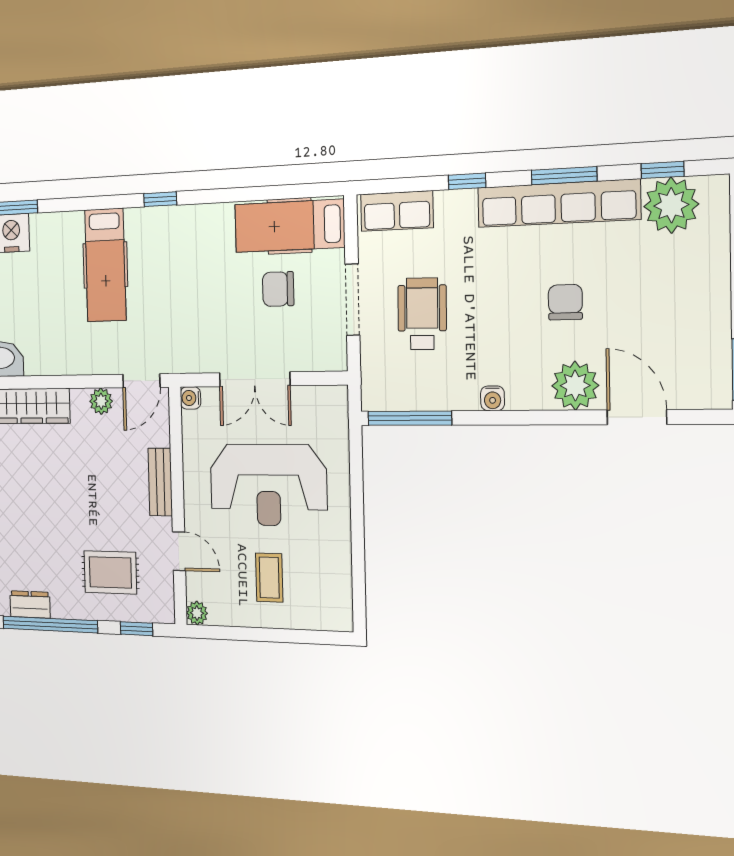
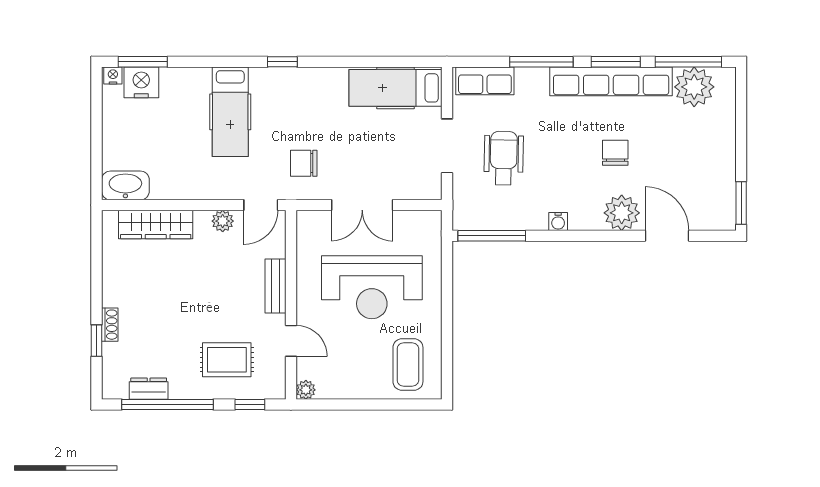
window: (663, 170) -> (688, 62), width x2.17
window: (467, 181) -> (541, 62), width x2.17
chair: (278, 289) -> (304, 163), moved
water cooler: (190, 398) -> (305, 219), removed
coffee table: (269, 578) -> (408, 365), moved, width x1.36, depth x1.30

